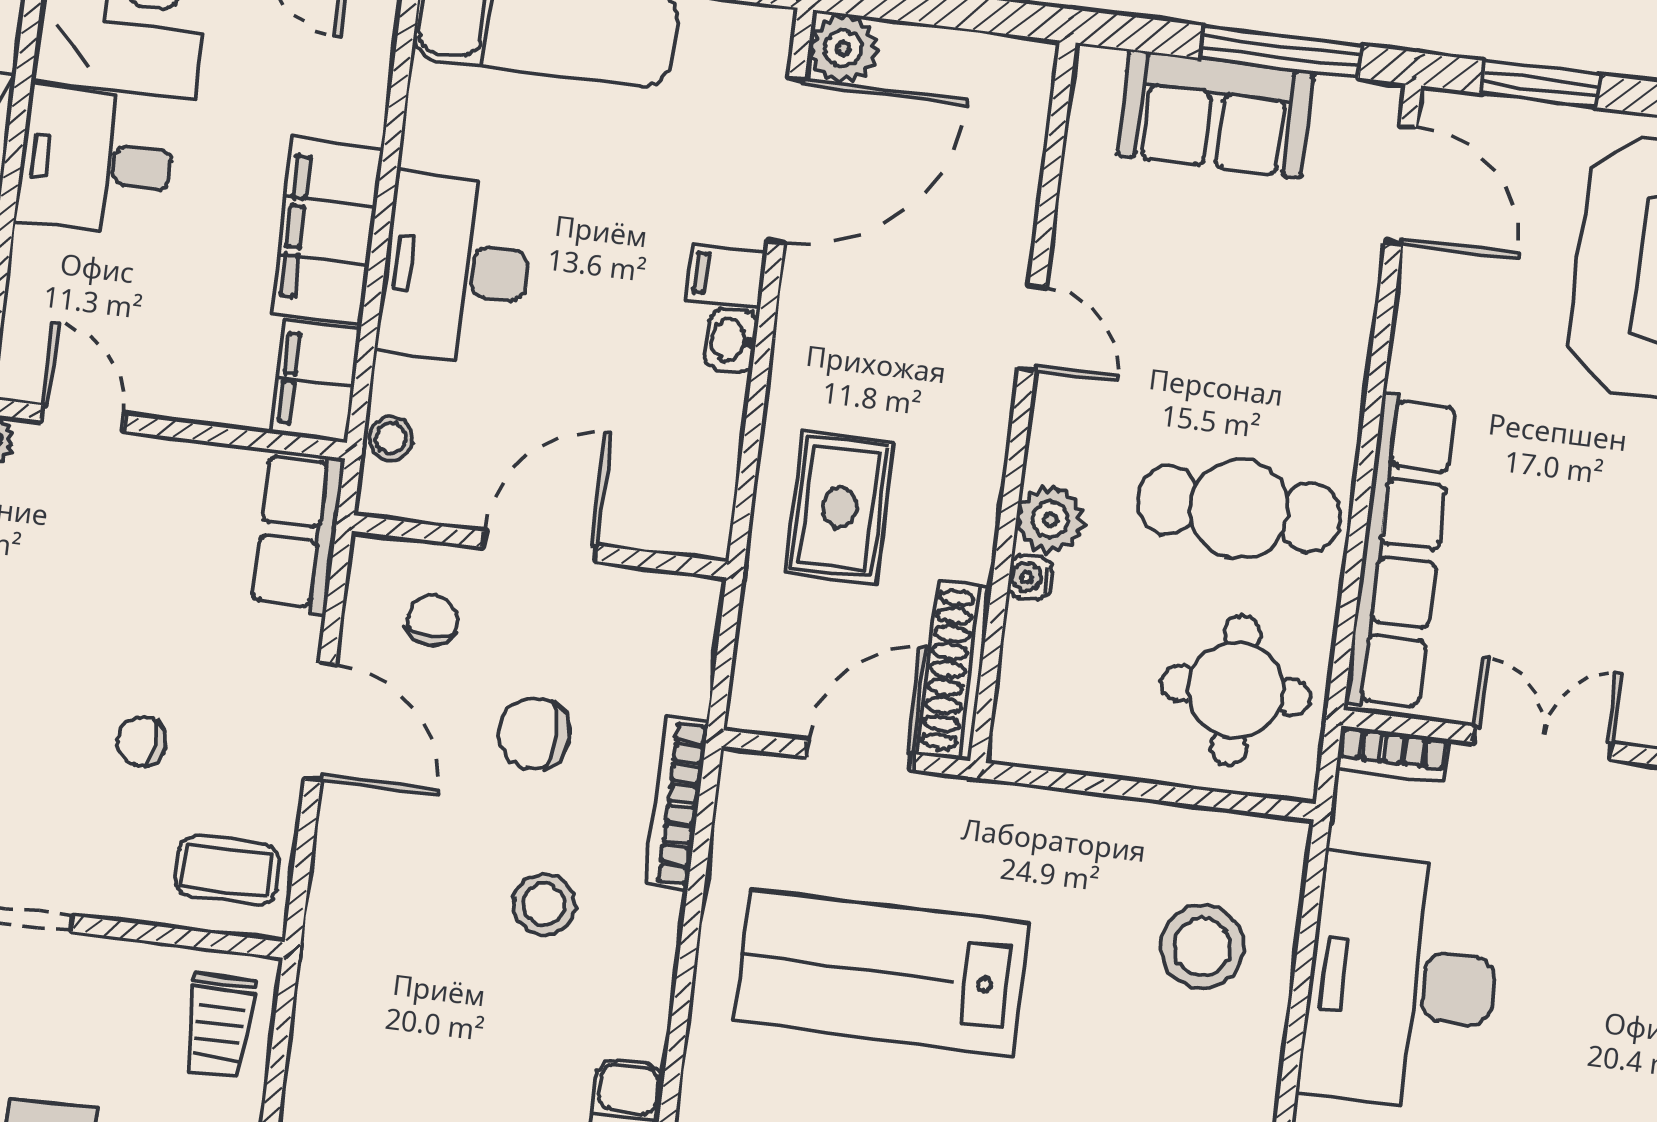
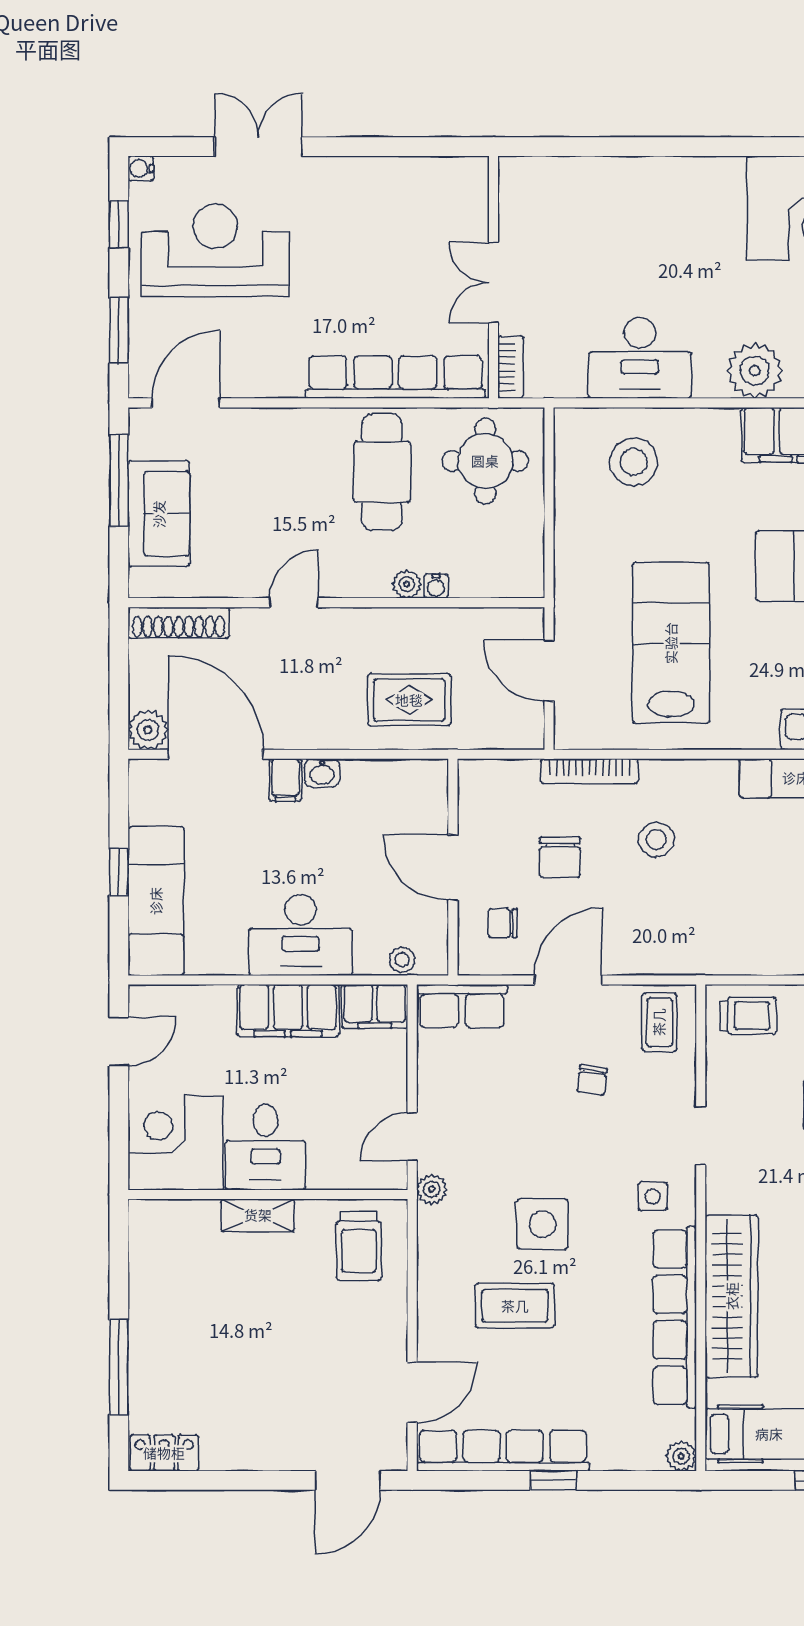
plant: (1050, 520) -> (407, 584), width x0.73, depth x0.73
shoe rack: (954, 670) -> (179, 623), moved
lab bench: (881, 972) -> (671, 643), turned 180
desk: (1402, 982) -> (640, 358), width x0.73, depth x0.77

